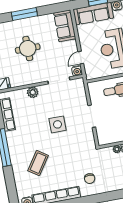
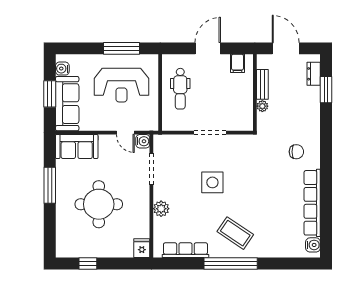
window: (24, 14) -> (50, 185), moved
round table: (28, 48) -> (99, 204), width x1.36, depth x1.36
coffee table: (38, 163) -> (235, 233), moved

